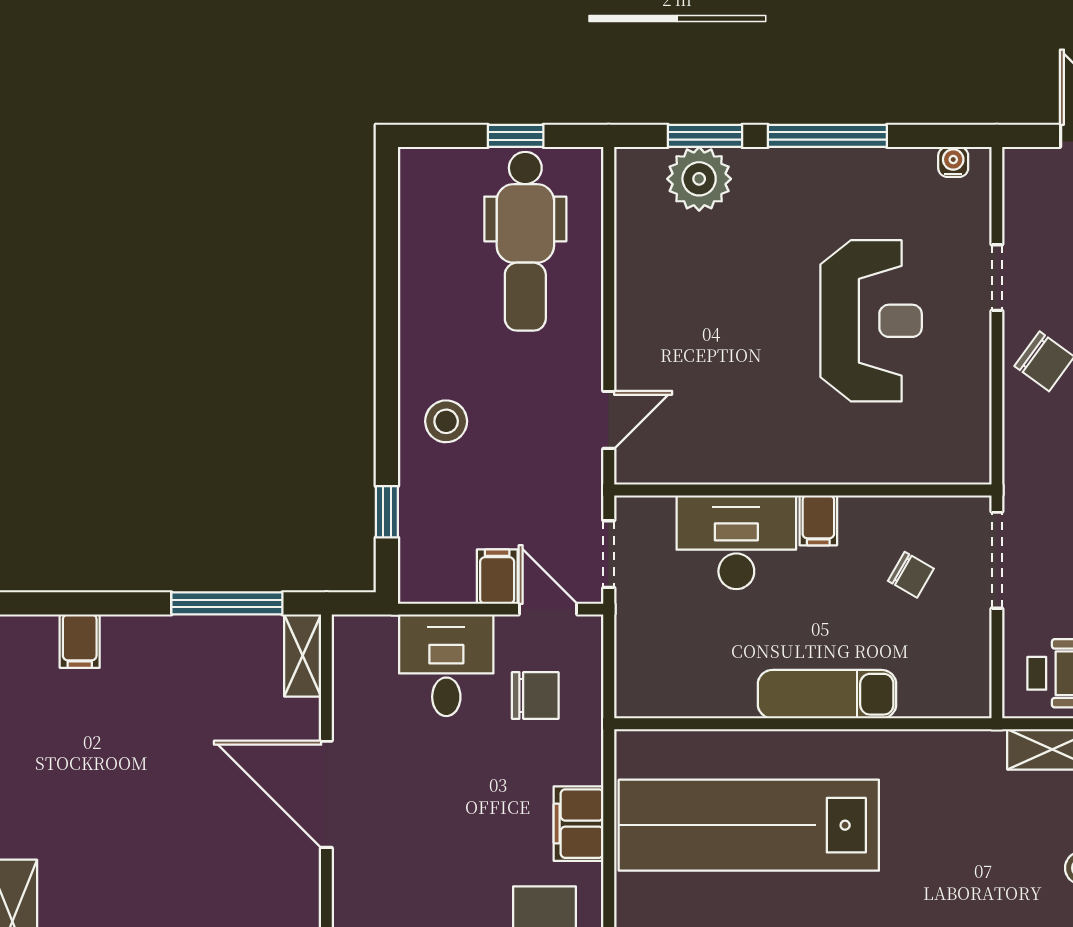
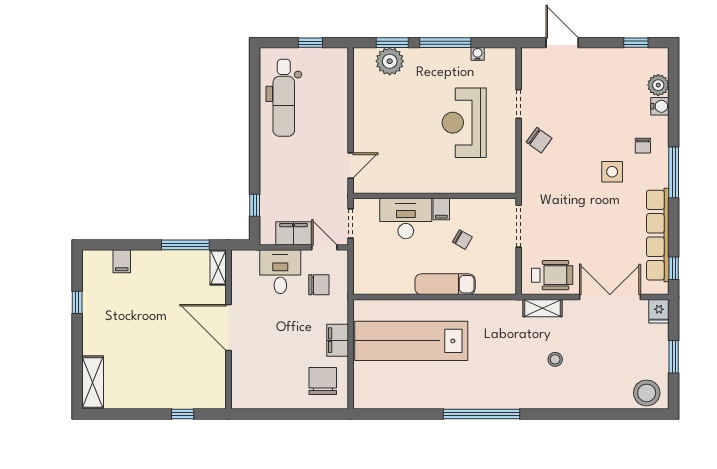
water cooler: (953, 162) -> (478, 54), moved
dental chair: (525, 241) -> (284, 98), moved
reception desk: (871, 321) -> (464, 123), turned 180
stool: (446, 421) -> (280, 166), removed
chair: (911, 575) -> (462, 240), moved
filing cabinet: (497, 577) -> (294, 233), width x2.00

